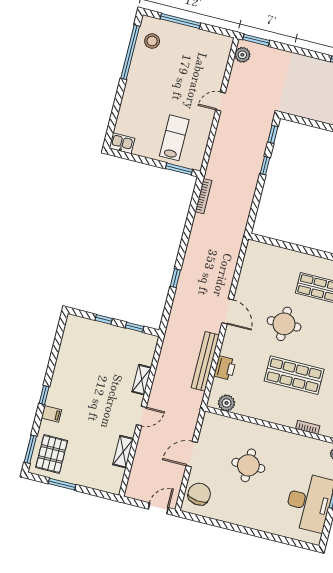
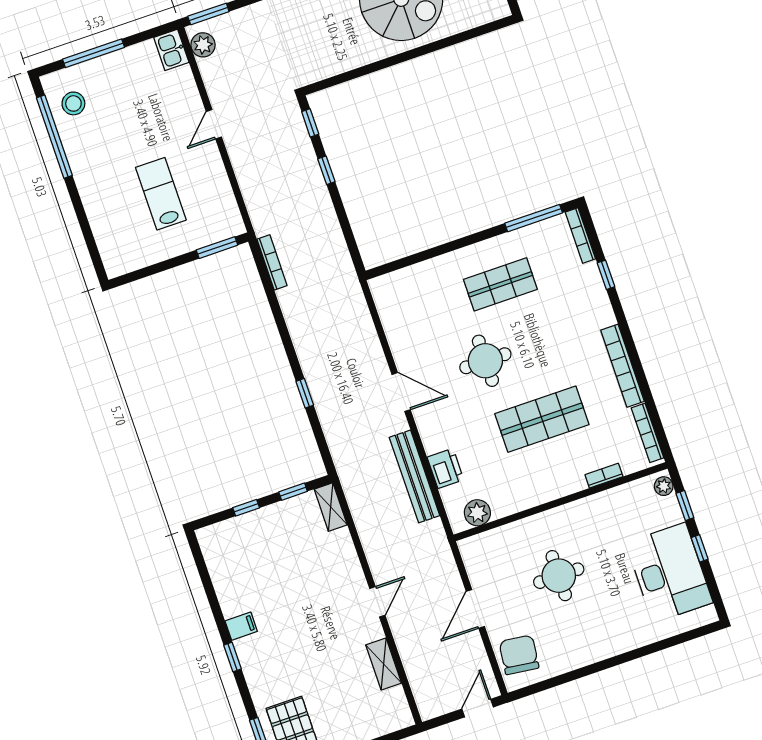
lab bench: (174, 138) -> (161, 194), moved
kitchen sink: (122, 143) -> (171, 50), moved, turned -90
shelving: (142, 380) -> (331, 507), moved
filing cabinet: (51, 414) -> (241, 626), moved

